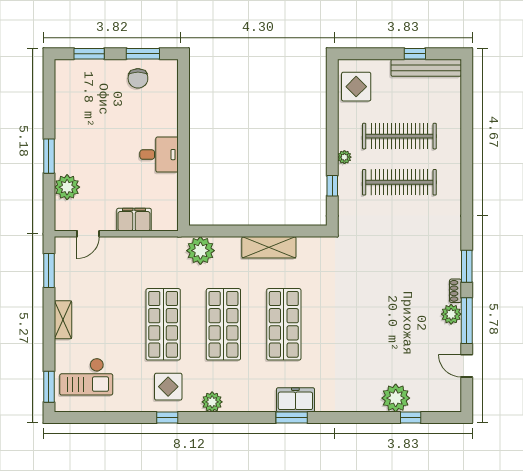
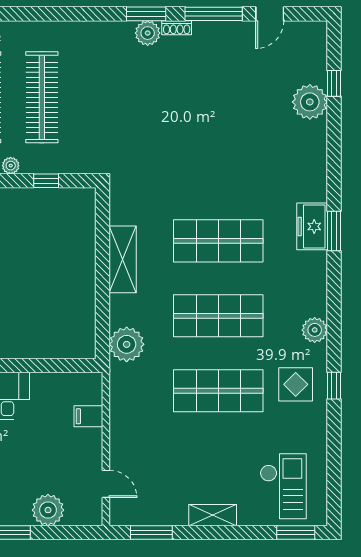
filing cabinet: (134, 220) -> (88, 416), width x0.50
plant: (451, 314) -> (148, 33), moved

